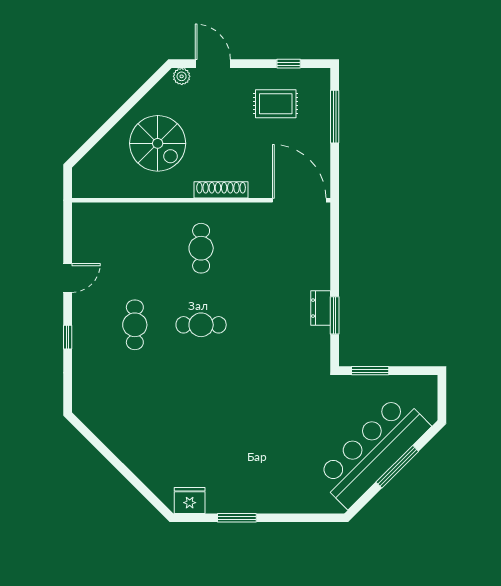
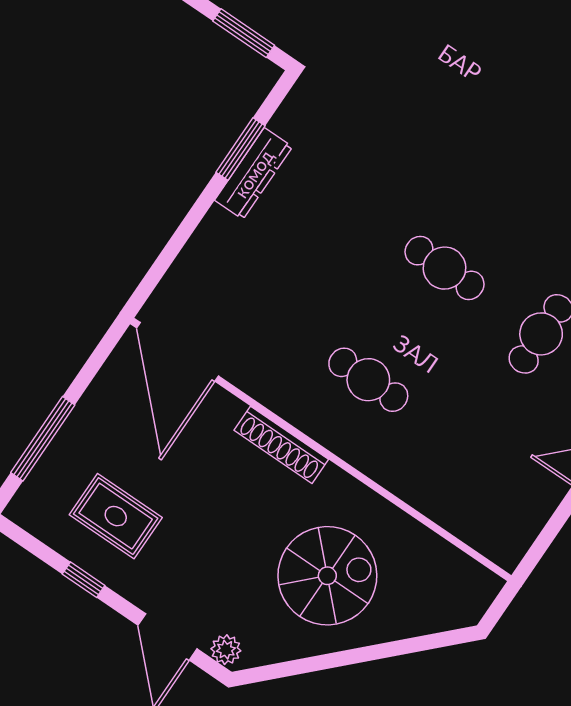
window: (289, 64) -> (84, 580), moved
spiral stairs: (158, 143) -> (327, 576), turned 90
cafe table: (201, 248) -> (368, 380), turned 90
dresser: (321, 308) -> (254, 174), width x1.44

